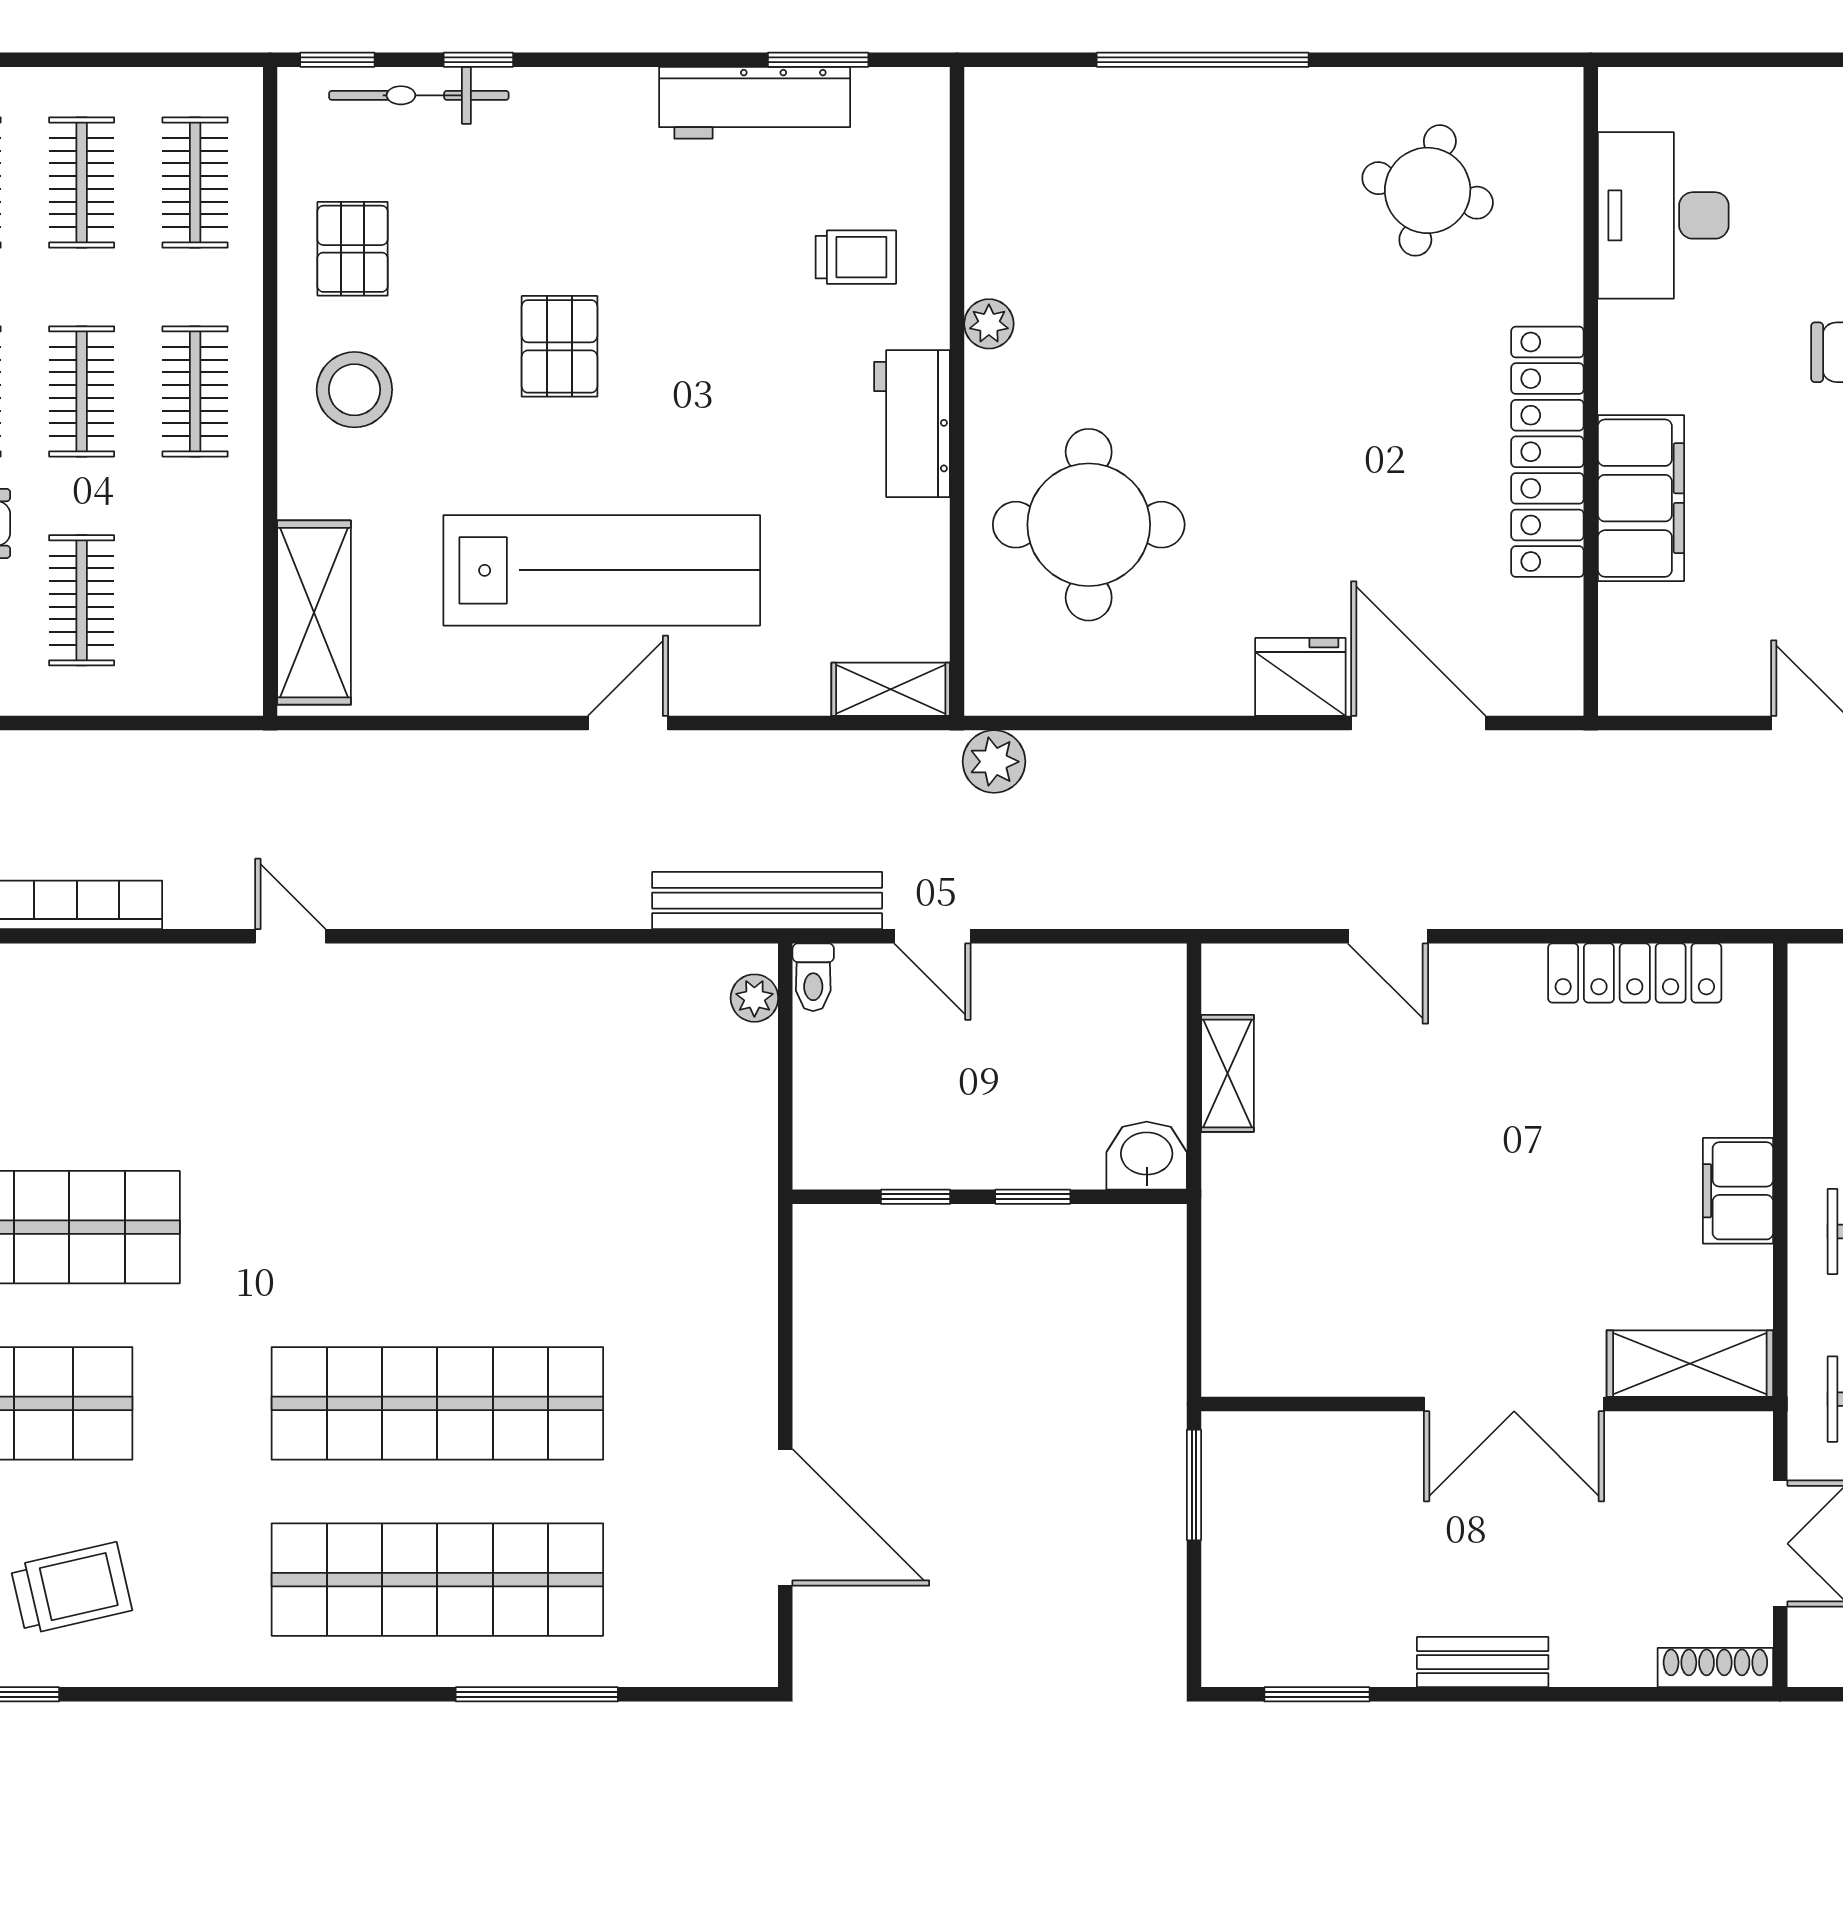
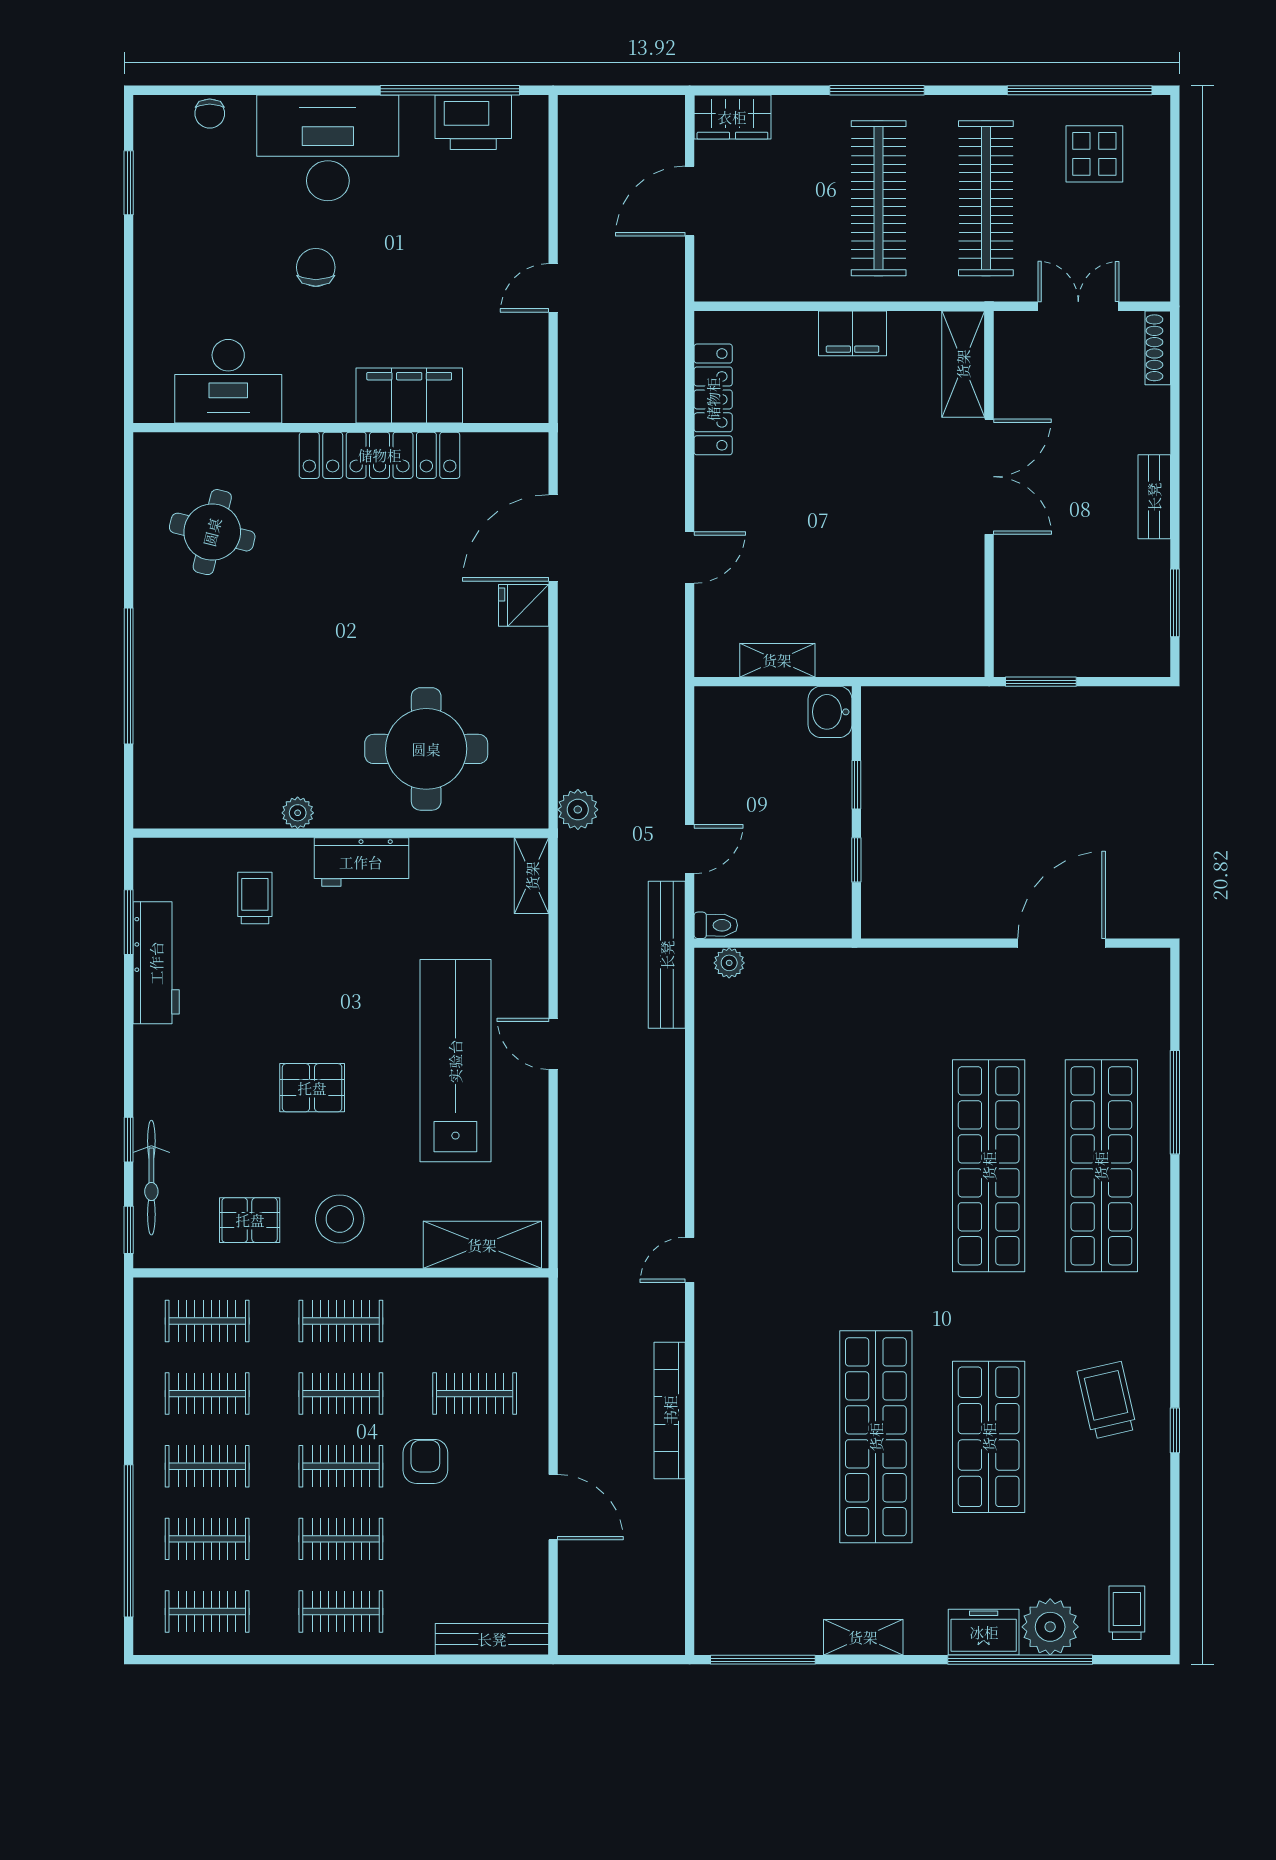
fridge: (1300, 677) -> (524, 605), width x0.72

